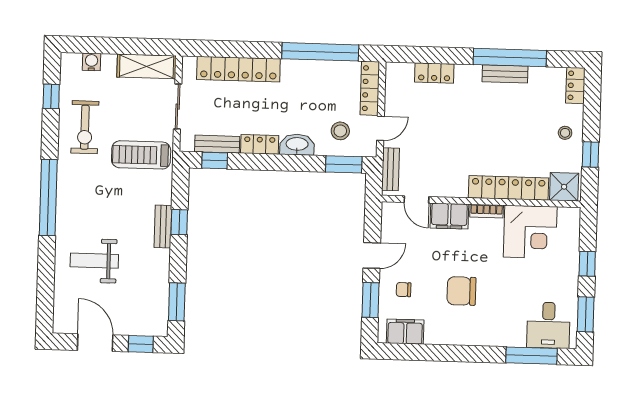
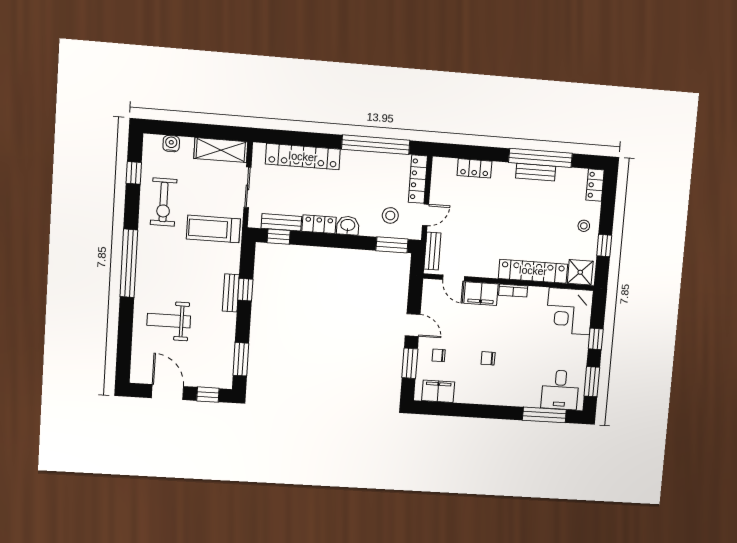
washbasin: (297, 145) -> (348, 225), width x0.72
corner desk: (530, 232) -> (569, 311), moved, turned 90
door: (372, 255) -> (413, 325), hinge flipped
chair: (461, 291) -> (488, 358), width x0.54, depth x0.54

